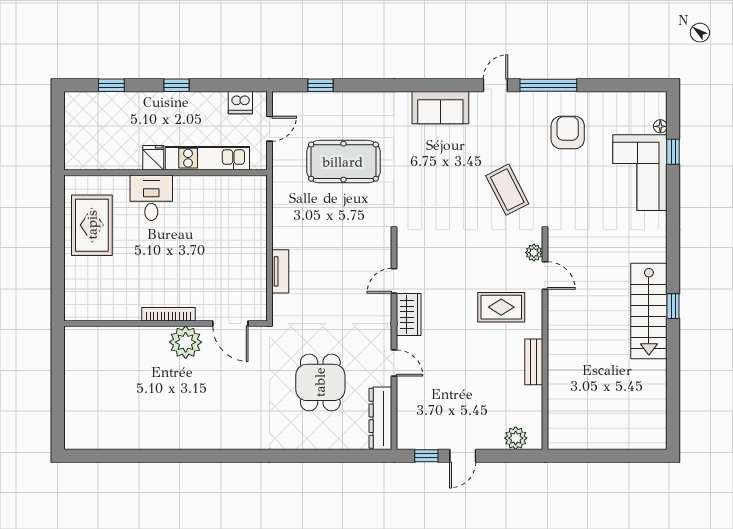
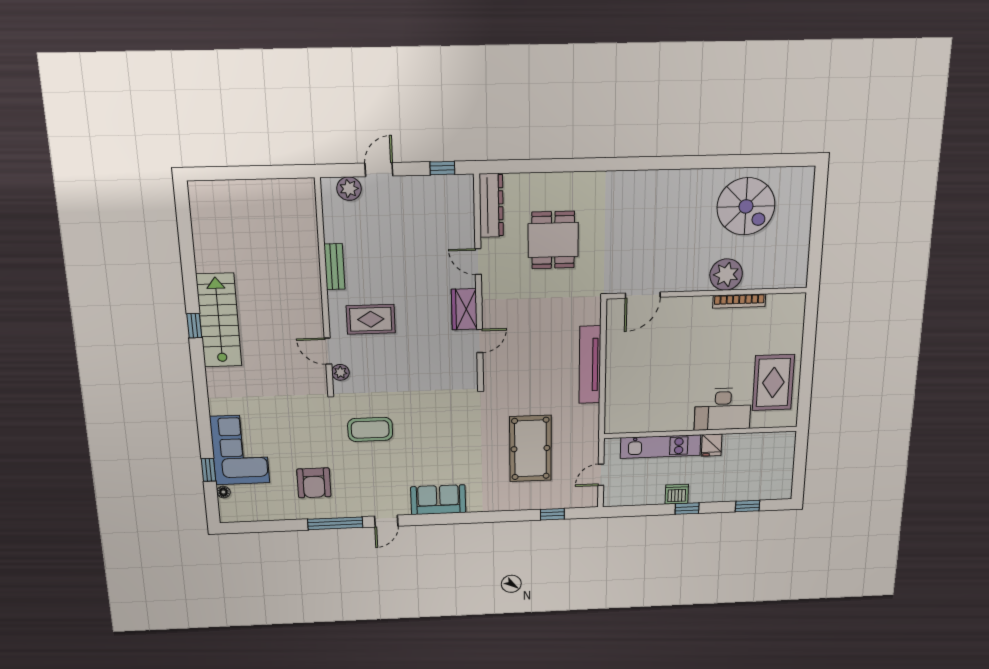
dishwasher: (240, 103) -> (677, 494), moved
pool table: (343, 162) -> (530, 449), turned 90
coffee table: (507, 190) -> (370, 429), turned -63
desk: (151, 198) -> (723, 409), width x1.37
tv unit: (280, 271) -> (590, 365), width x1.92, depth x1.29
bookcase: (168, 314) -> (739, 301), moved
door: (230, 323) -> (643, 295), swing flipped
plant: (186, 342) -> (726, 275), moved
spiral stairs: (131, 411) -> (746, 206), added
door: (463, 456) -> (379, 170), moved

